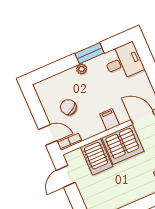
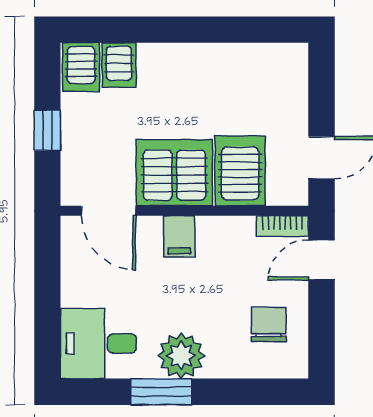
plant: (82, 69) -> (181, 356), width x1.88, depth x1.88
chair: (68, 107) -> (269, 325), moved, turned -148
door: (48, 135) -> (321, 260), hinge flipped

